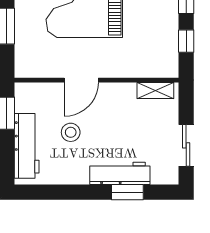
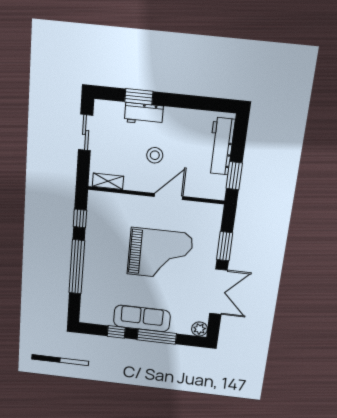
stool: (71, 132) -> (155, 155), moved
workbench: (120, 173) -> (144, 114), width x0.73

